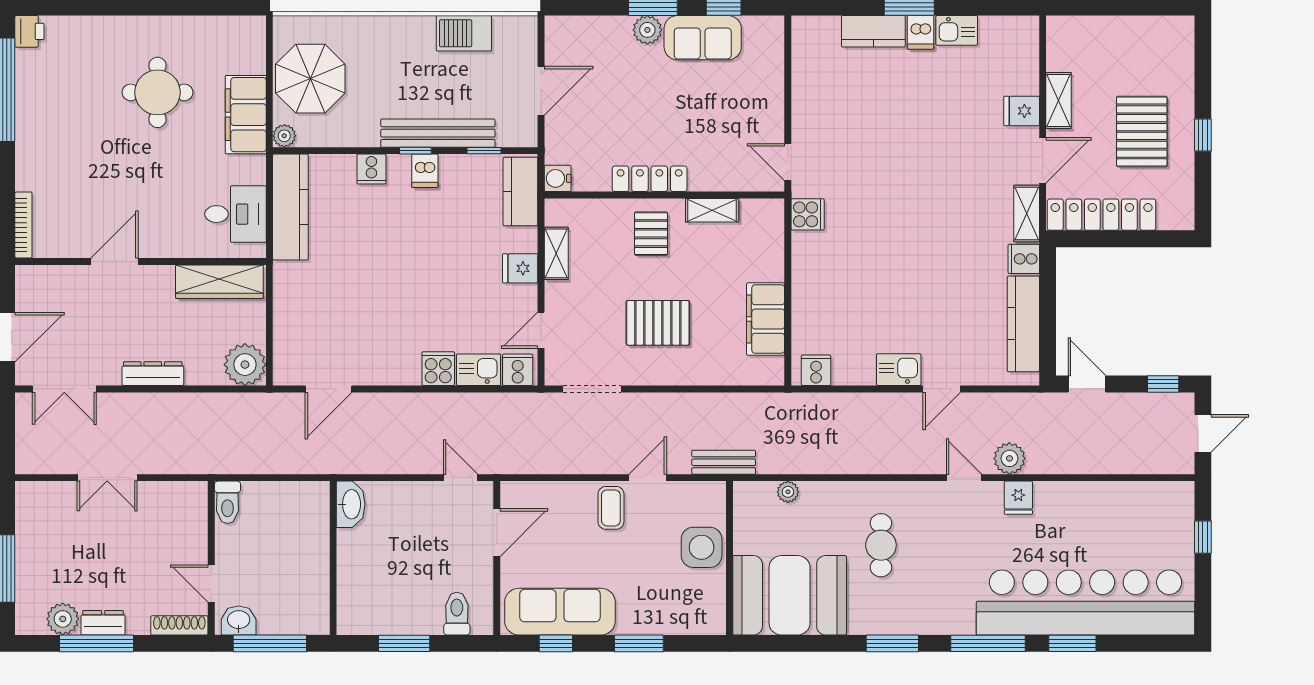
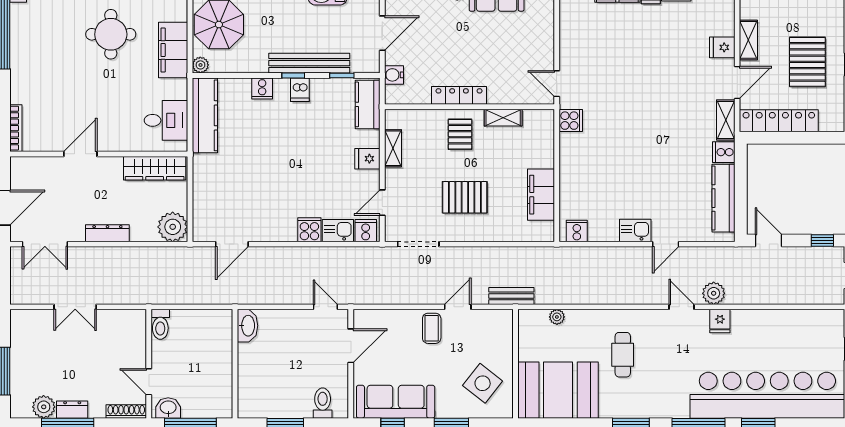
water cooler: (558, 178) -> (394, 75), moved
side table: (702, 547) -> (483, 383), moved, turned 38

